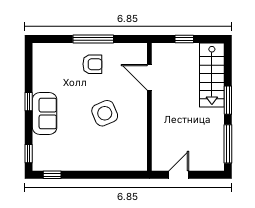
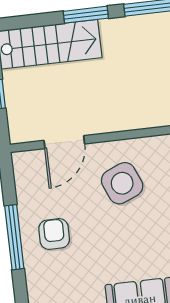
side table: (105, 113) -> (122, 183), moved

